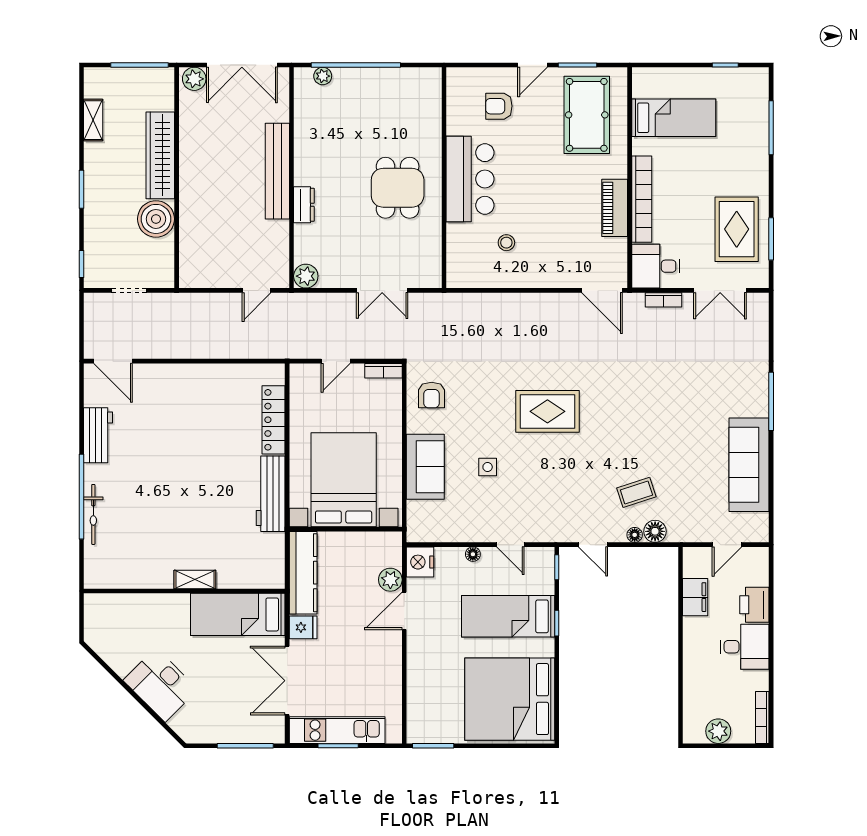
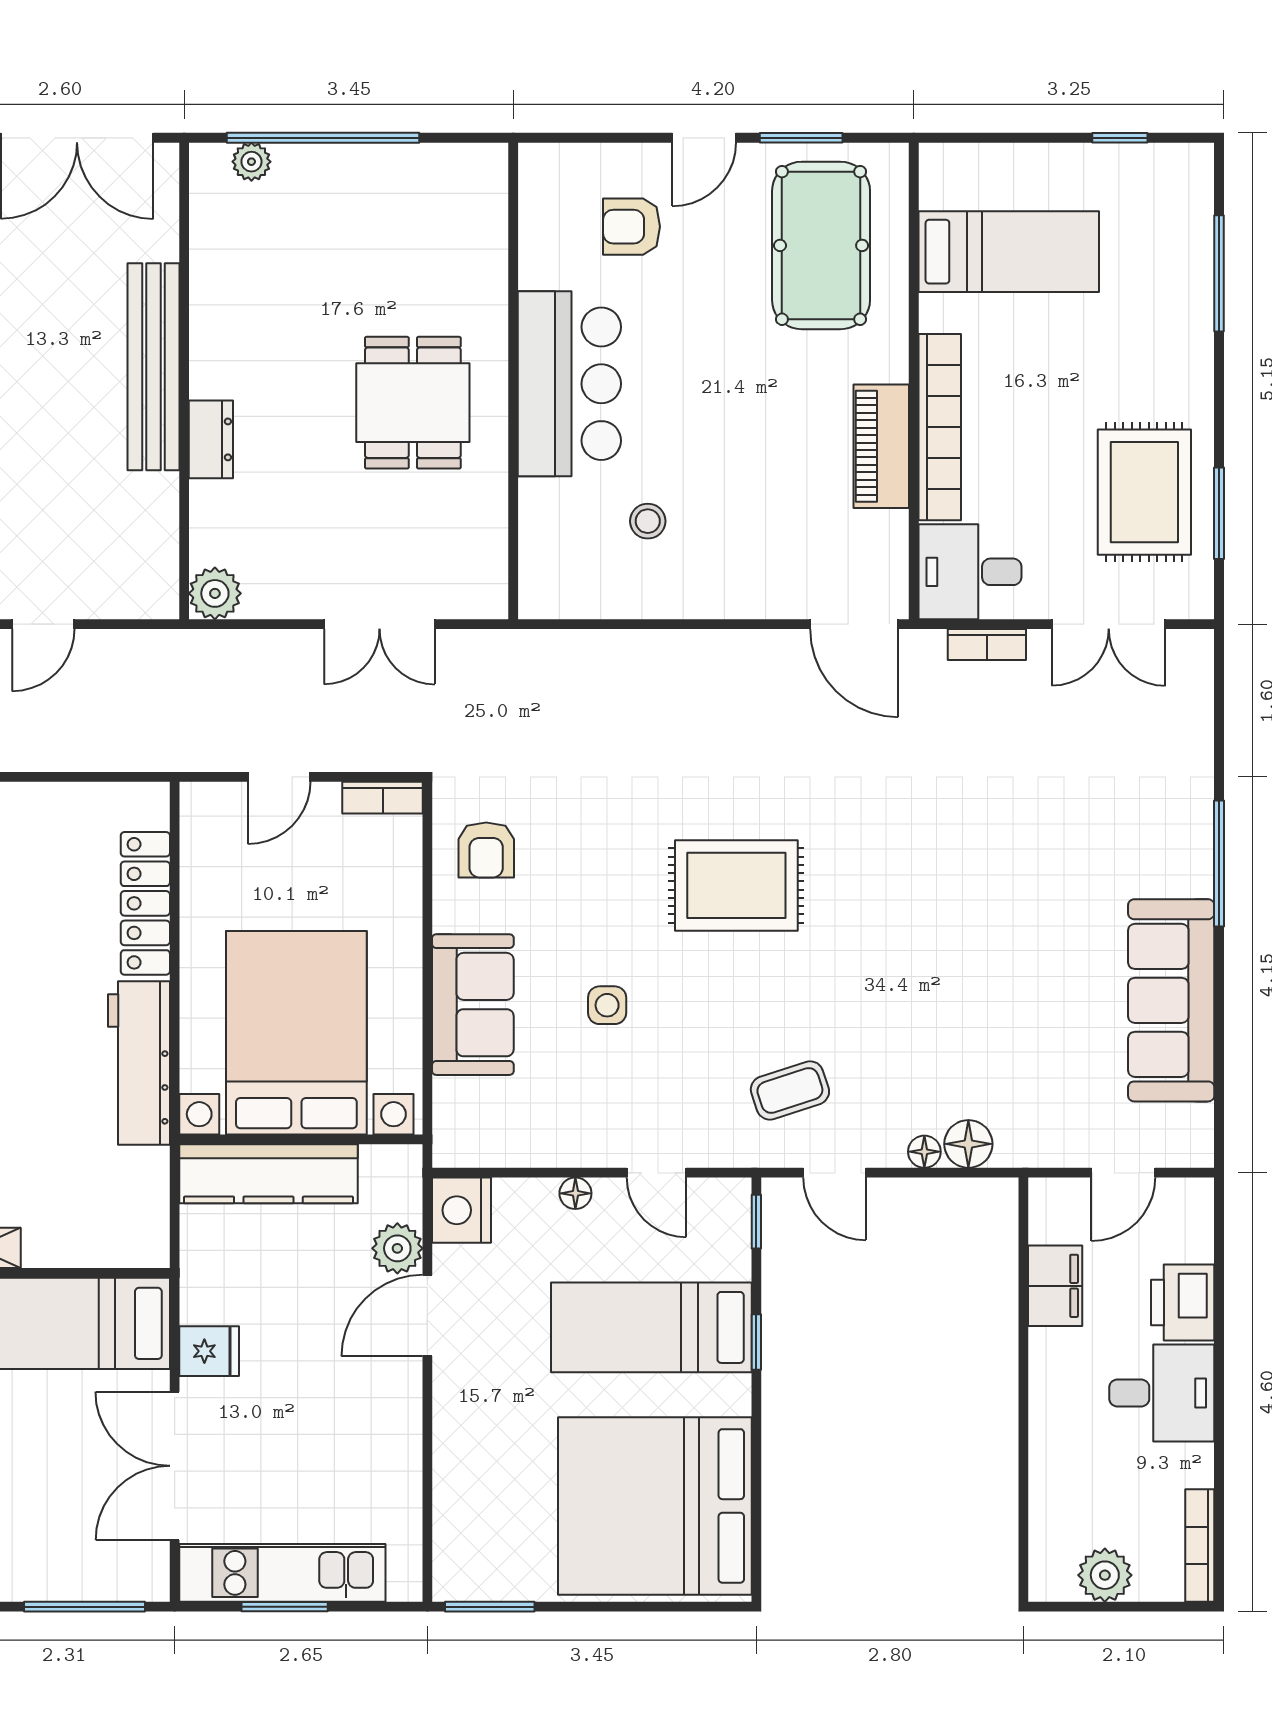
door: (257, 290) -> (43, 624), moved
coffee table: (636, 492) -> (790, 1090), moved
kitchen counter: (303, 573) -> (268, 1174), moved, turned 90

